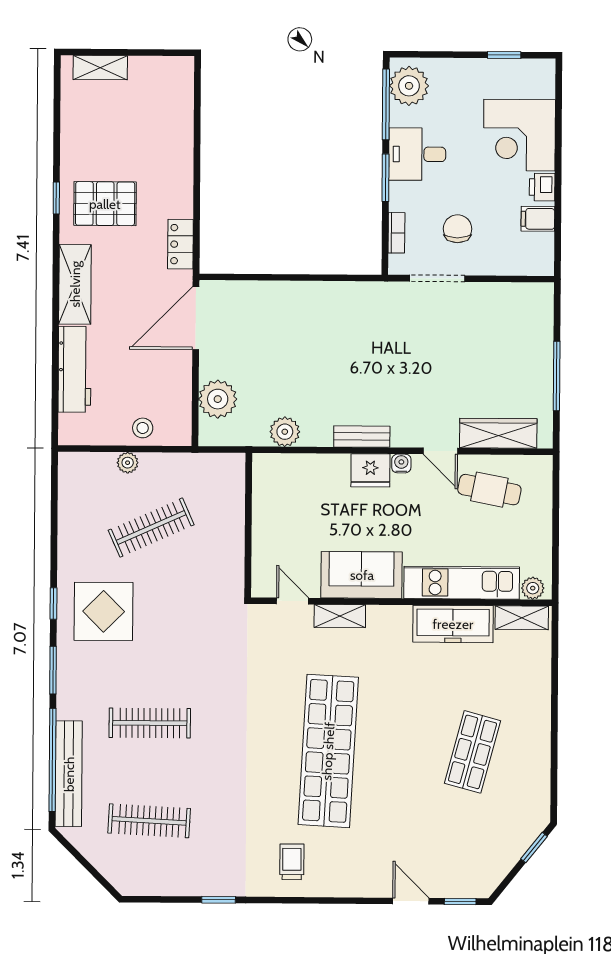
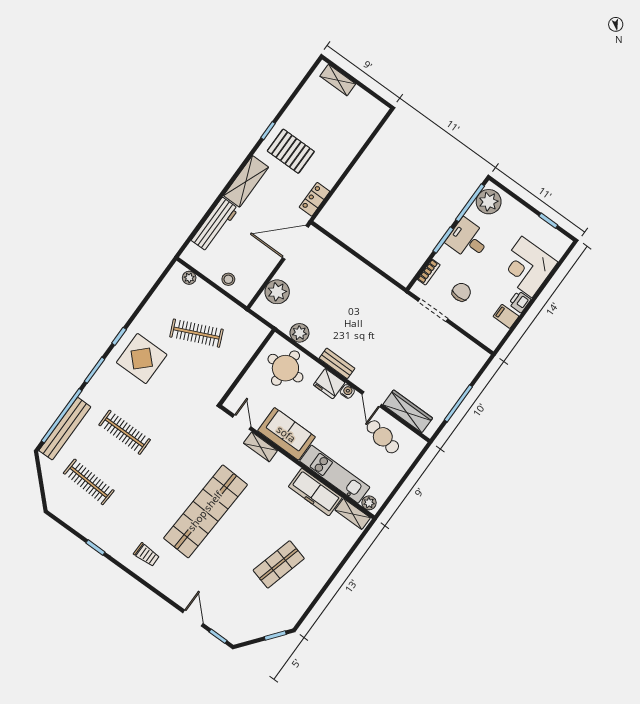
plant: (128, 463) -> (189, 278), moved
round table: (299, 491) -> (285, 368), added
trolley: (292, 862) -> (147, 555), turned 90

